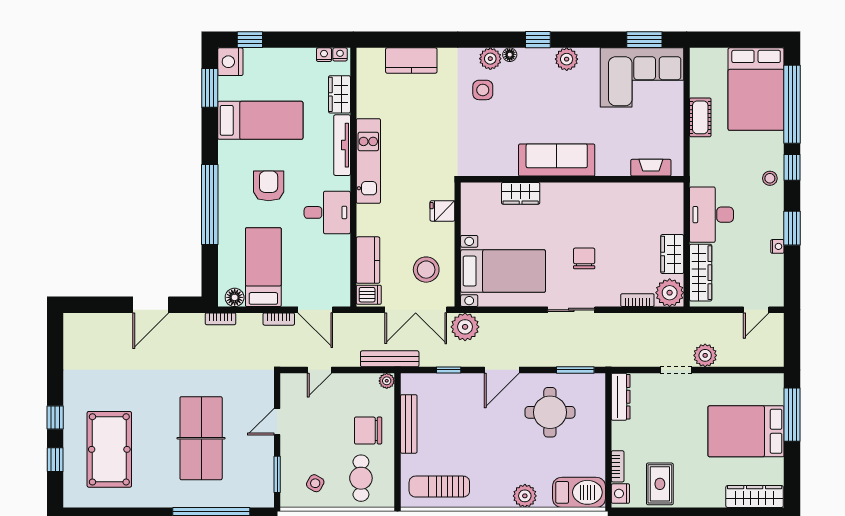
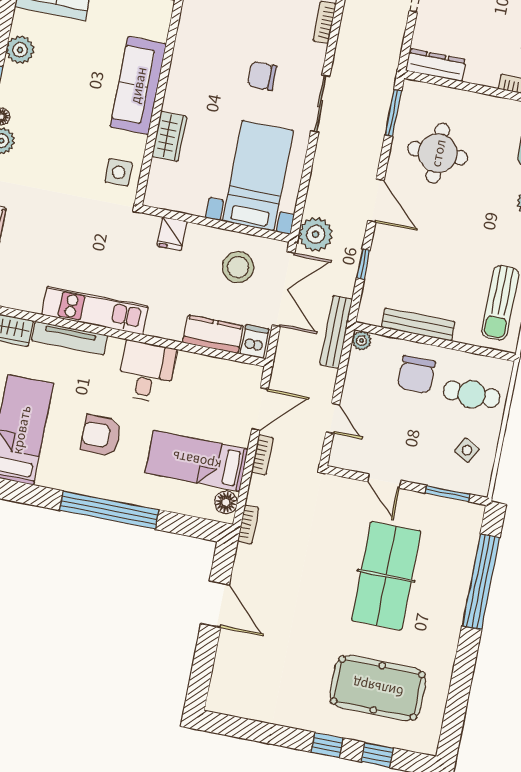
side table: (483, 90) -> (119, 172), moved
table tennis table: (201, 438) -> (386, 576), turned 90

